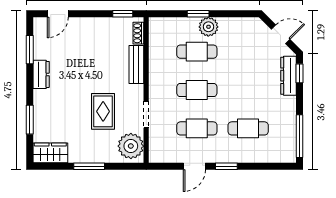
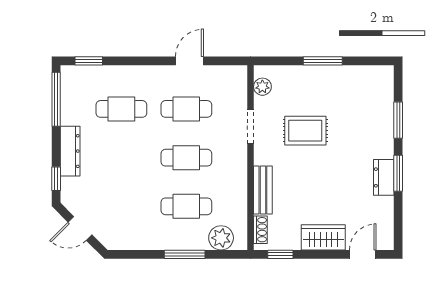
window: (198, 14) -> (185, 254), width x1.50
plant: (208, 27) -> (221, 238), moved
window: (30, 50) -> (398, 173), moved
dresser: (289, 76) -> (70, 151), moved
rug: (103, 111) -> (305, 131), turned 90
plant: (131, 146) -> (262, 87), width x0.53, depth x0.53
wardrobe: (50, 153) -> (323, 237), moved, turned 180
window: (226, 166) -> (89, 61), moved

